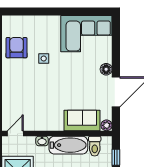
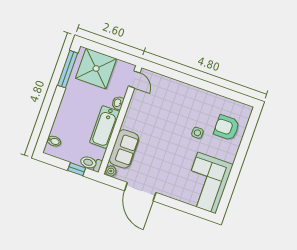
armchair: (17, 48) -> (227, 128), moved, turned 180
floor lamp: (106, 69) -> (166, 190), removed
toilet: (95, 146) -> (91, 163), moved

